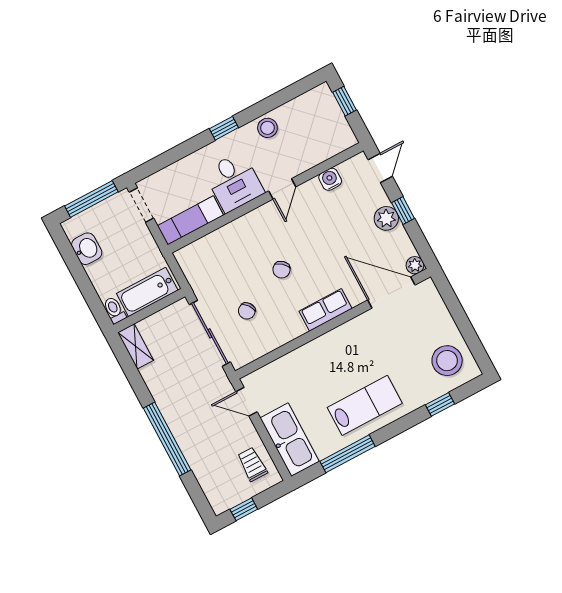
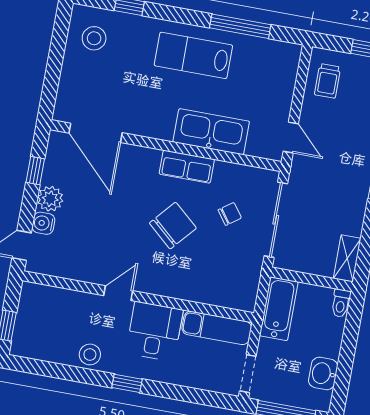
water cooler: (330, 179) -> (43, 223), moved, turned 90
window: (403, 211) -> (35, 171), moved
plant: (415, 265) -> (57, 140), removed
chair: (281, 270) -> (173, 226), width x1.87, depth x1.87
bathtub: (147, 292) -> (279, 309), moved, turned -90
row of seats: (326, 310) -> (187, 167), moved
stool: (447, 361) -> (94, 38), width x0.73, depth x0.73
kitchen sink: (290, 440) -> (211, 132), moved, turned 90

